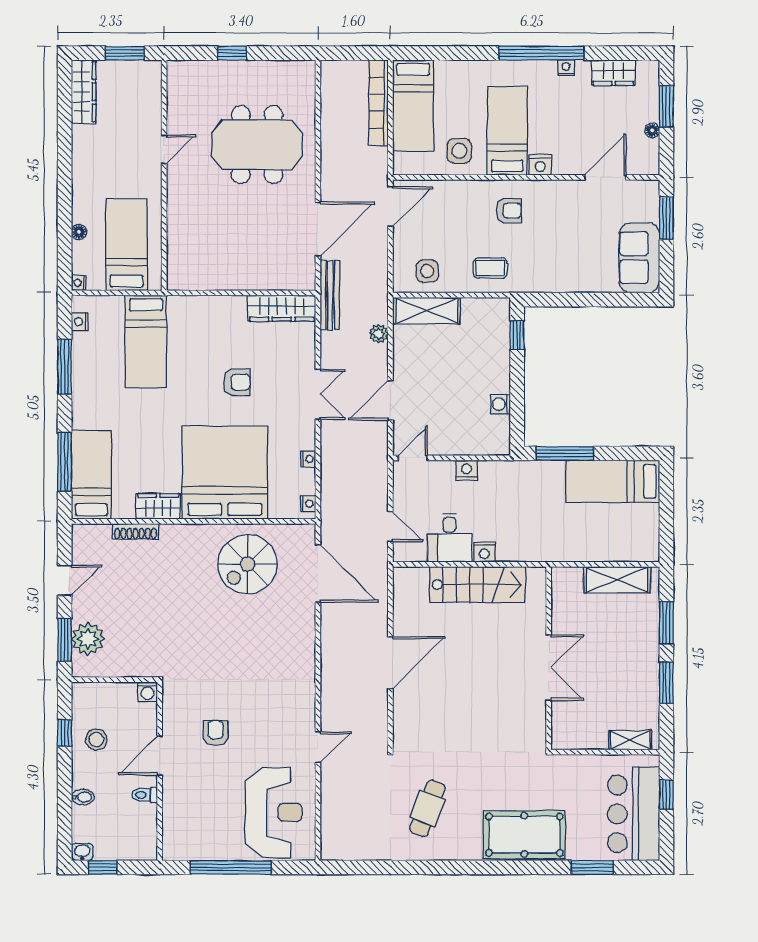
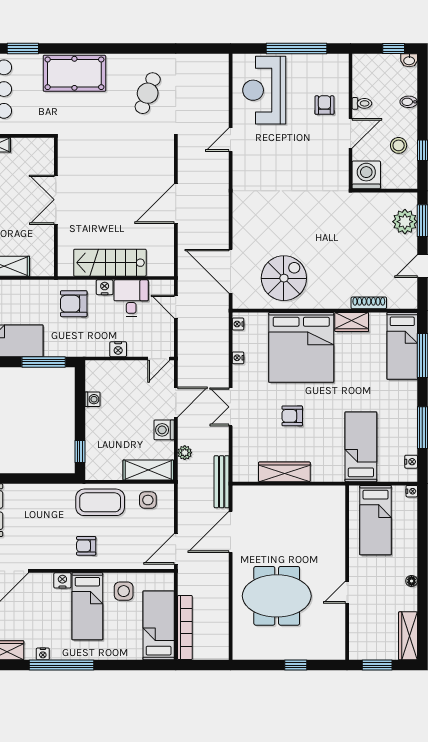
floor lamp: (79, 232) -> (412, 581), moved
coffee table: (490, 268) -> (100, 502), width x1.86, depth x1.72
wardrobe: (282, 308) -> (284, 472), moved
washing machine: (406, 364) -> (164, 430), added
armchair: (525, 530) -> (74, 304), added
washing machine: (148, 692) -> (366, 175), width x1.89, depth x1.89
armchair: (216, 733) -> (324, 105), moved, turned 180

